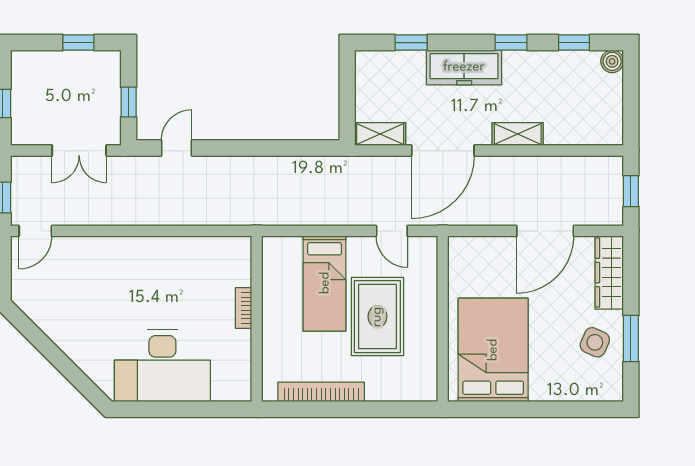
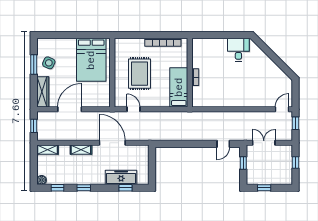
freezer: (464, 67) -> (121, 177), moved
shelving: (380, 134) -> (48, 150), moved
door: (443, 151) -> (112, 143), hinge flipped
bed: (325, 283) -> (179, 87), moved
desk: (162, 366) -> (238, 50), width x0.53, depth x0.77

